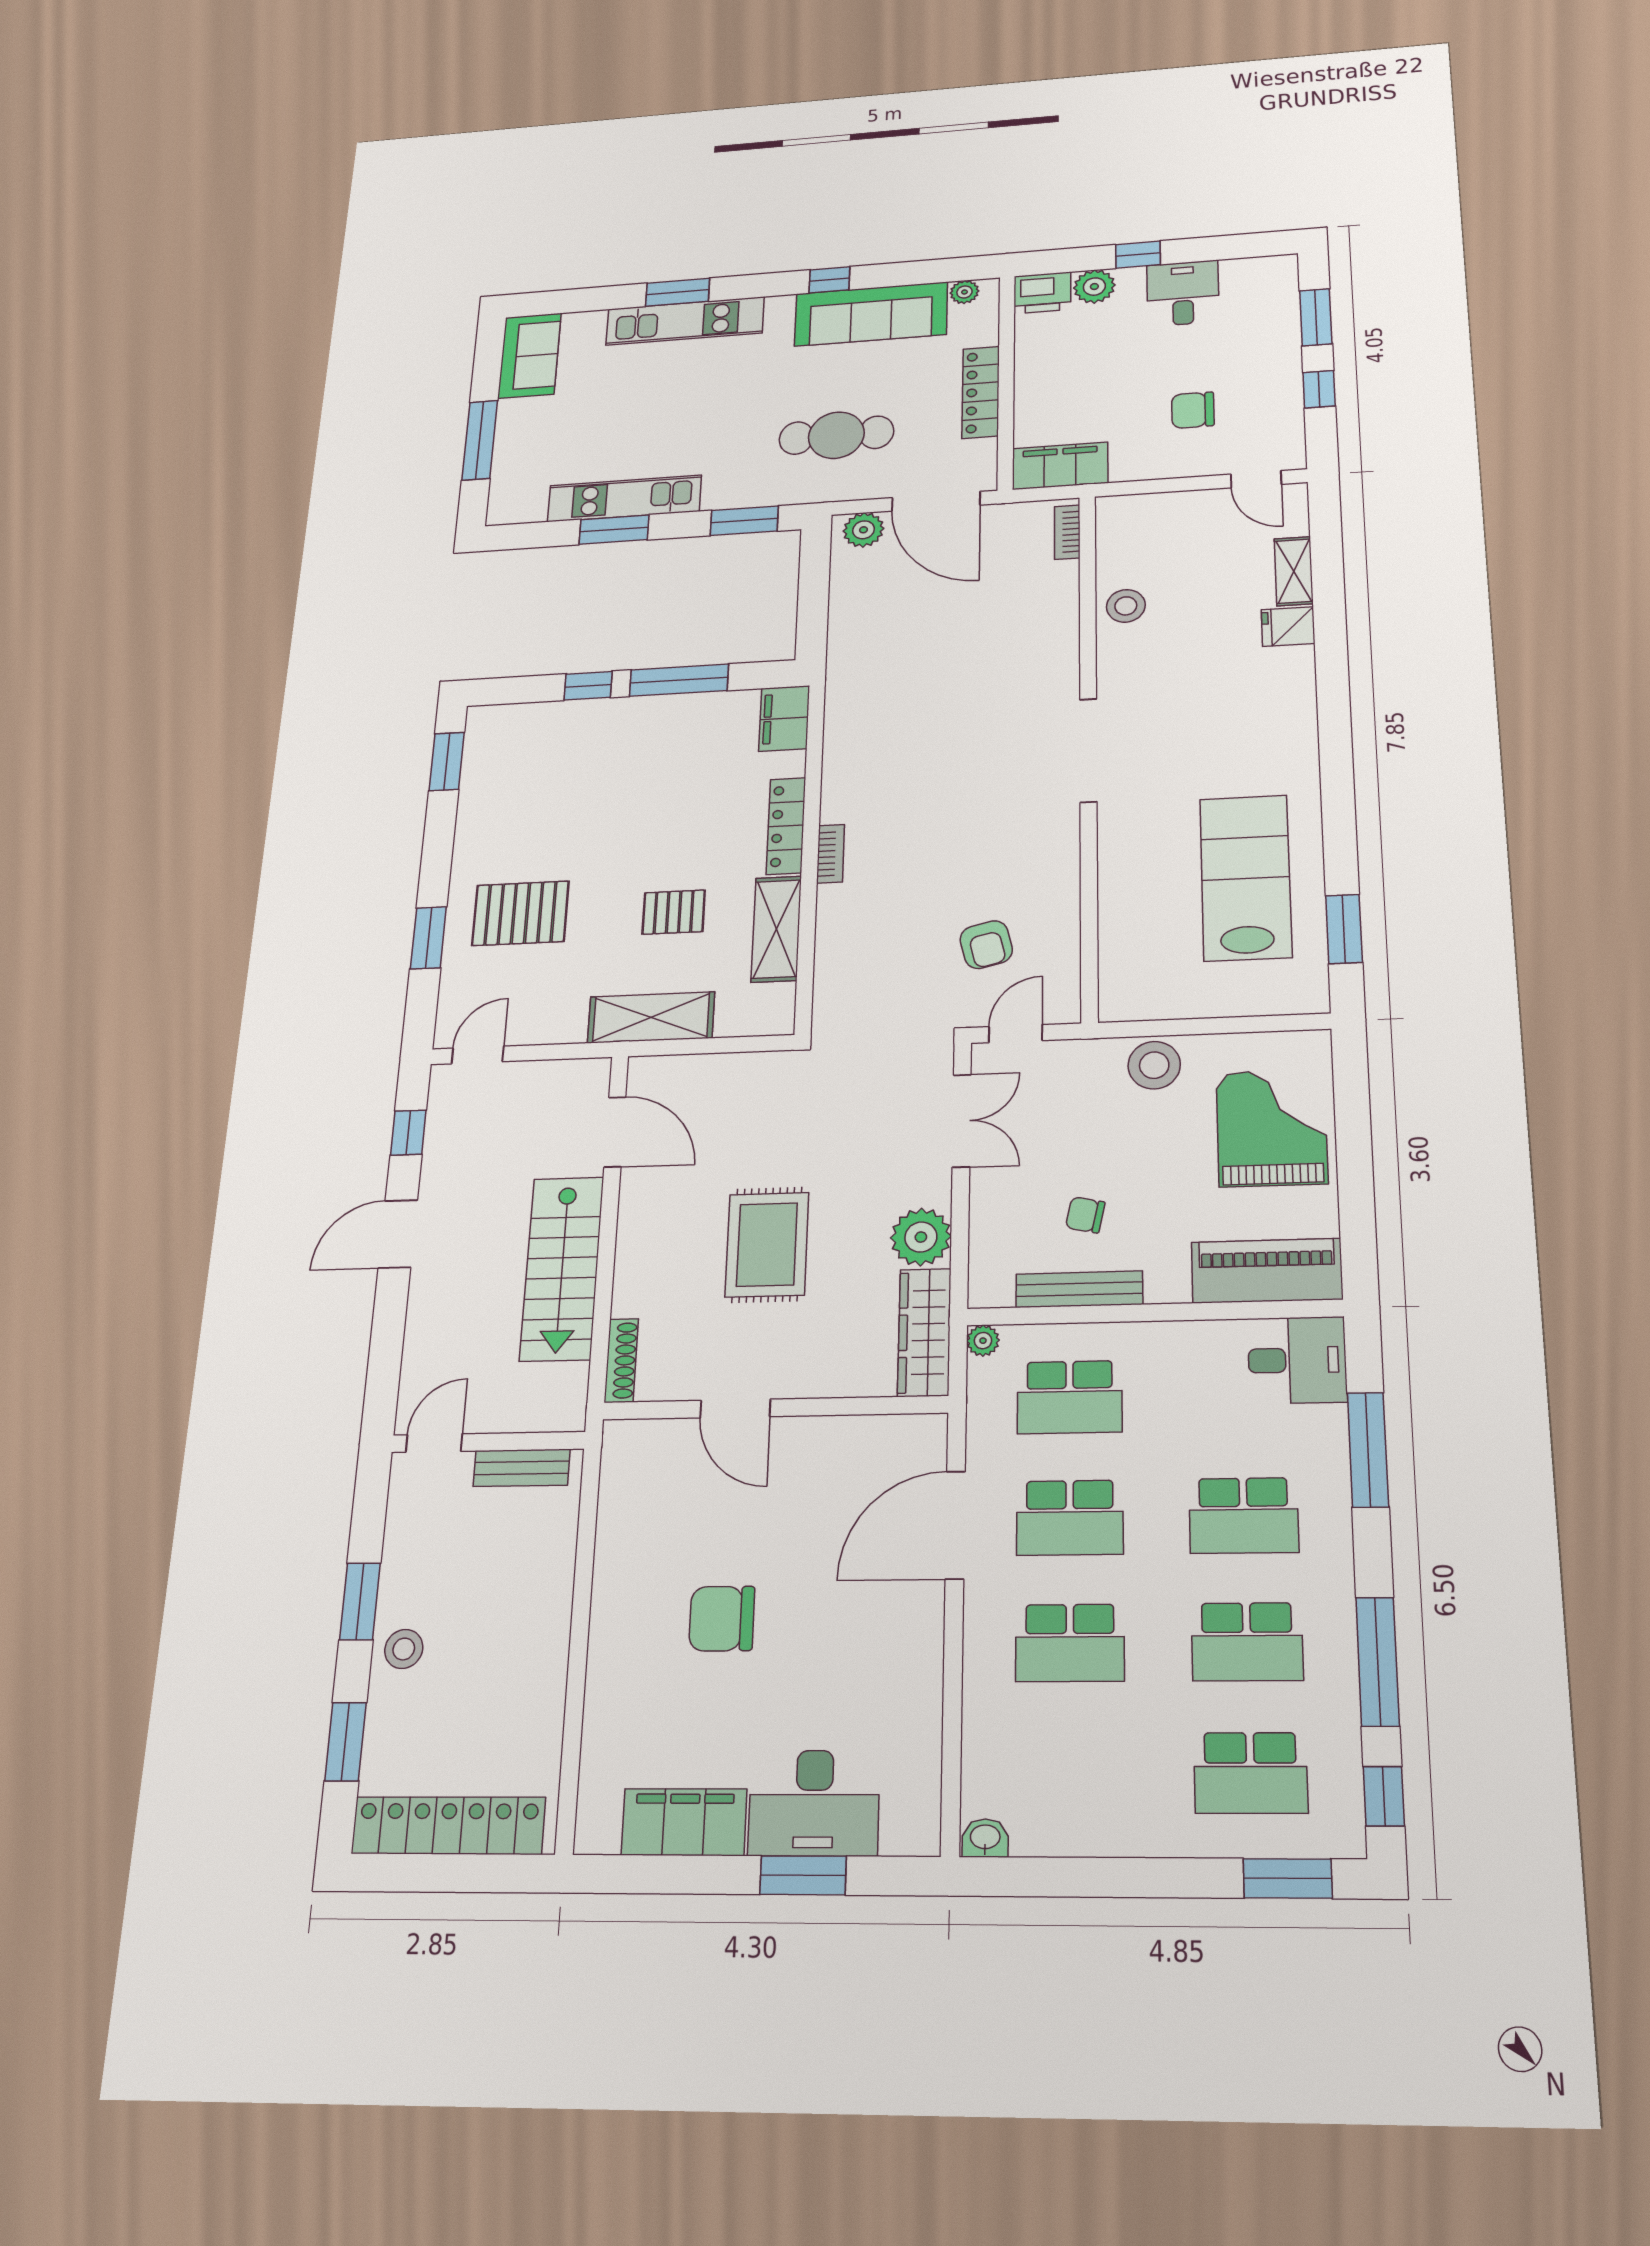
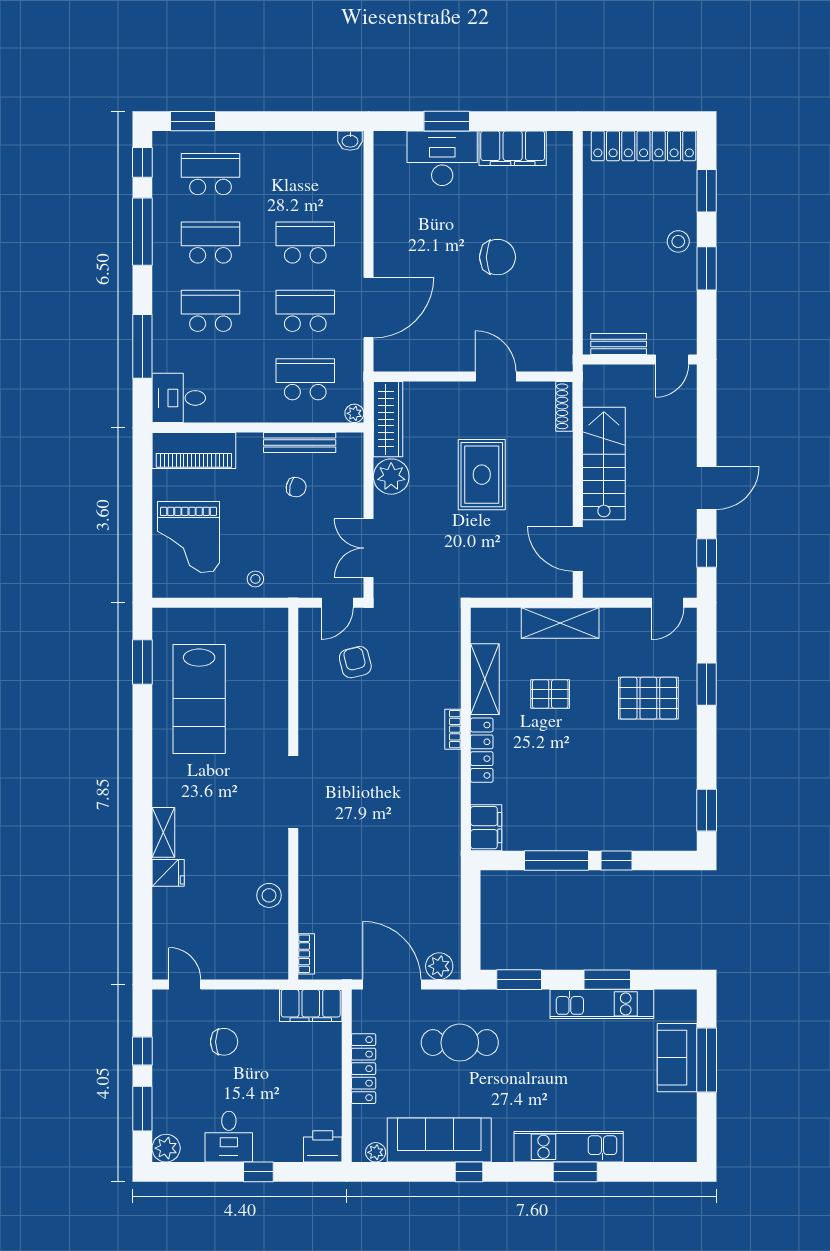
plant: (1094, 287) -> (166, 1148), moved
sofa: (530, 356) -> (677, 1058), moved
shelving: (1294, 571) -> (163, 832), moved
stool: (1154, 1065) -> (255, 579), width x0.53, depth x0.53

